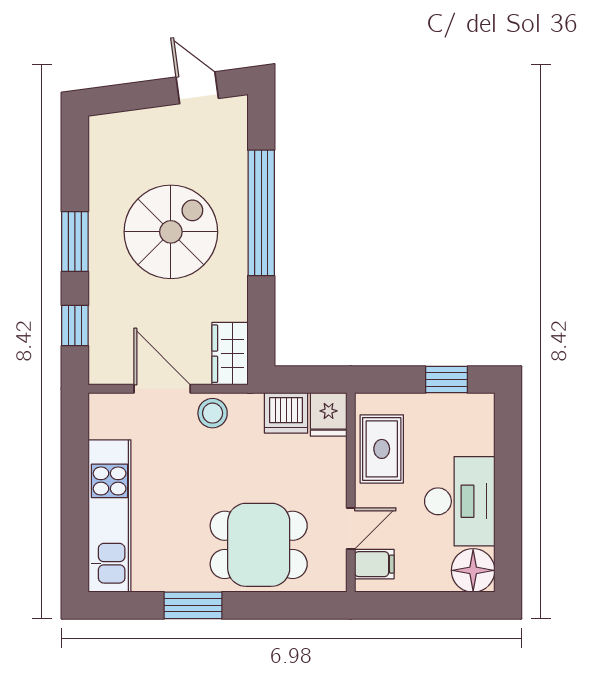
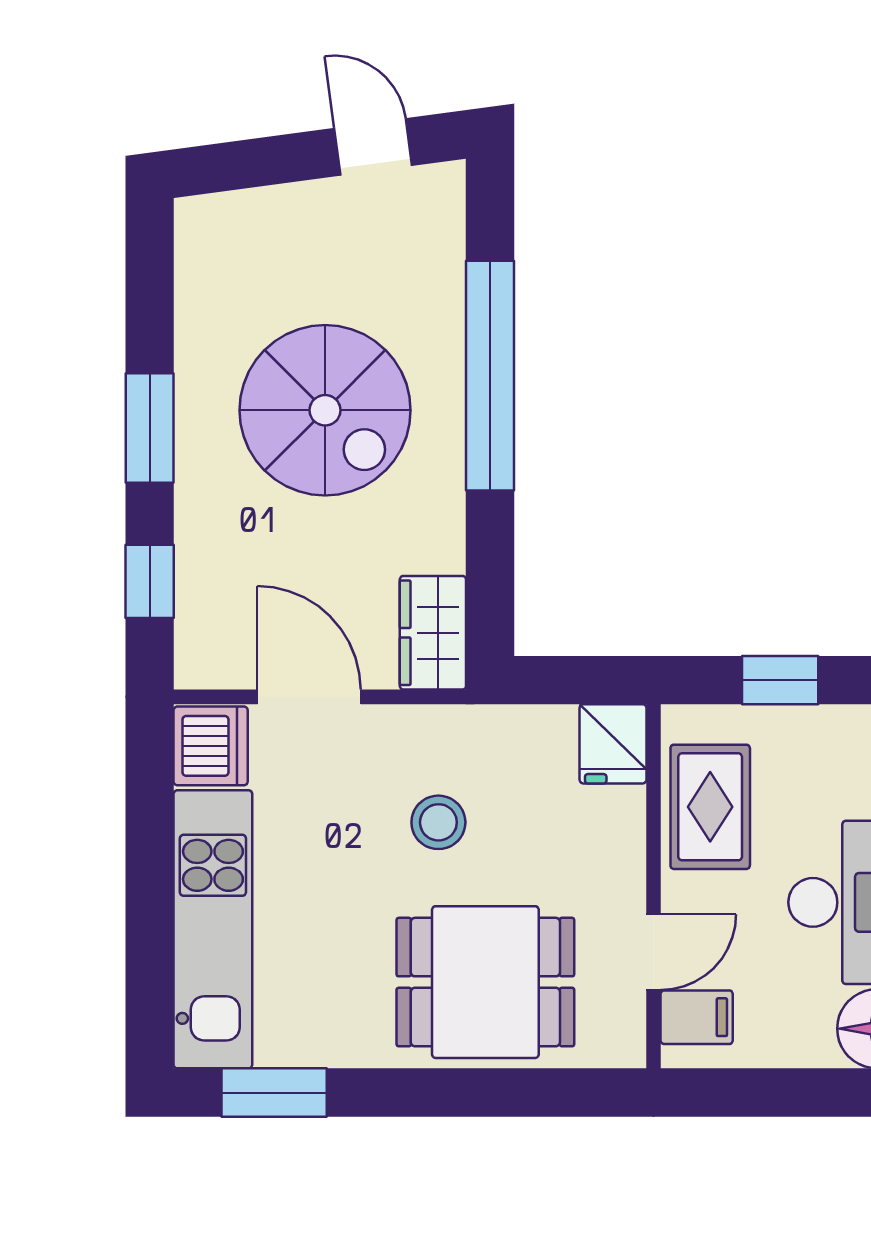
spiral stairs: (171, 232) -> (325, 410), turned 90
window: (446, 380) -> (780, 680), moved
stool: (213, 413) -> (438, 822), moved
dishwasher: (286, 413) -> (211, 746), moved, turned -90
window: (193, 605) -> (274, 1093), moved

